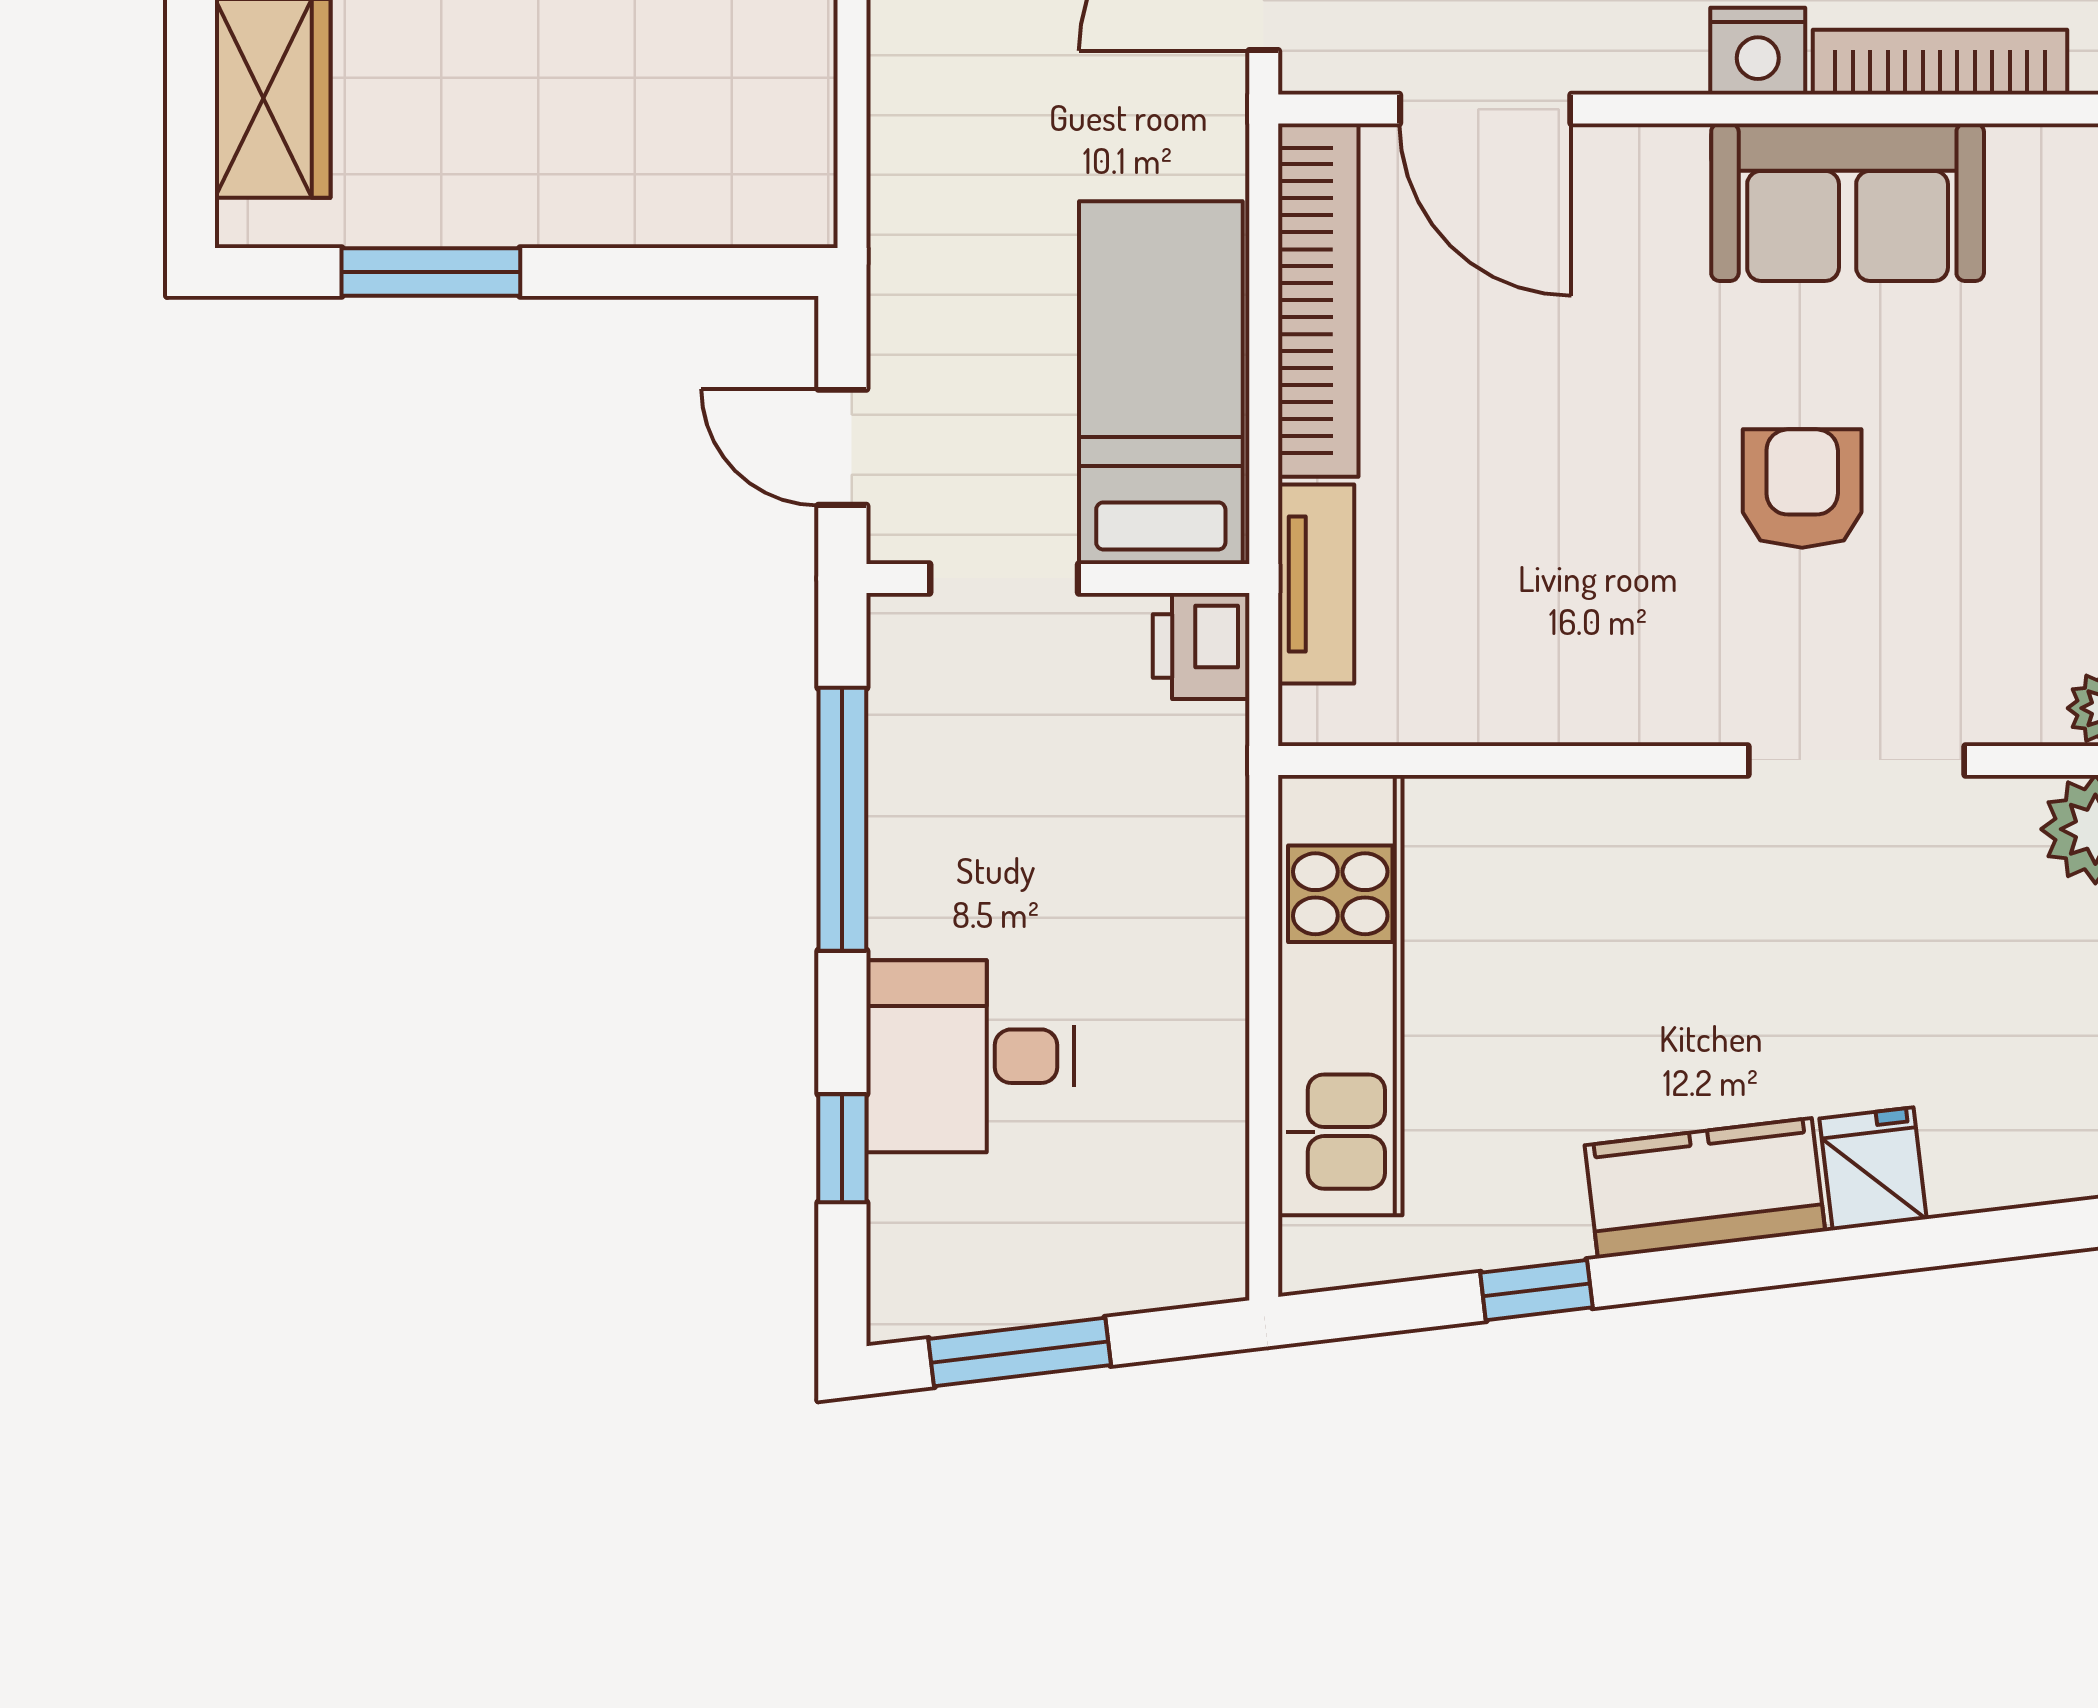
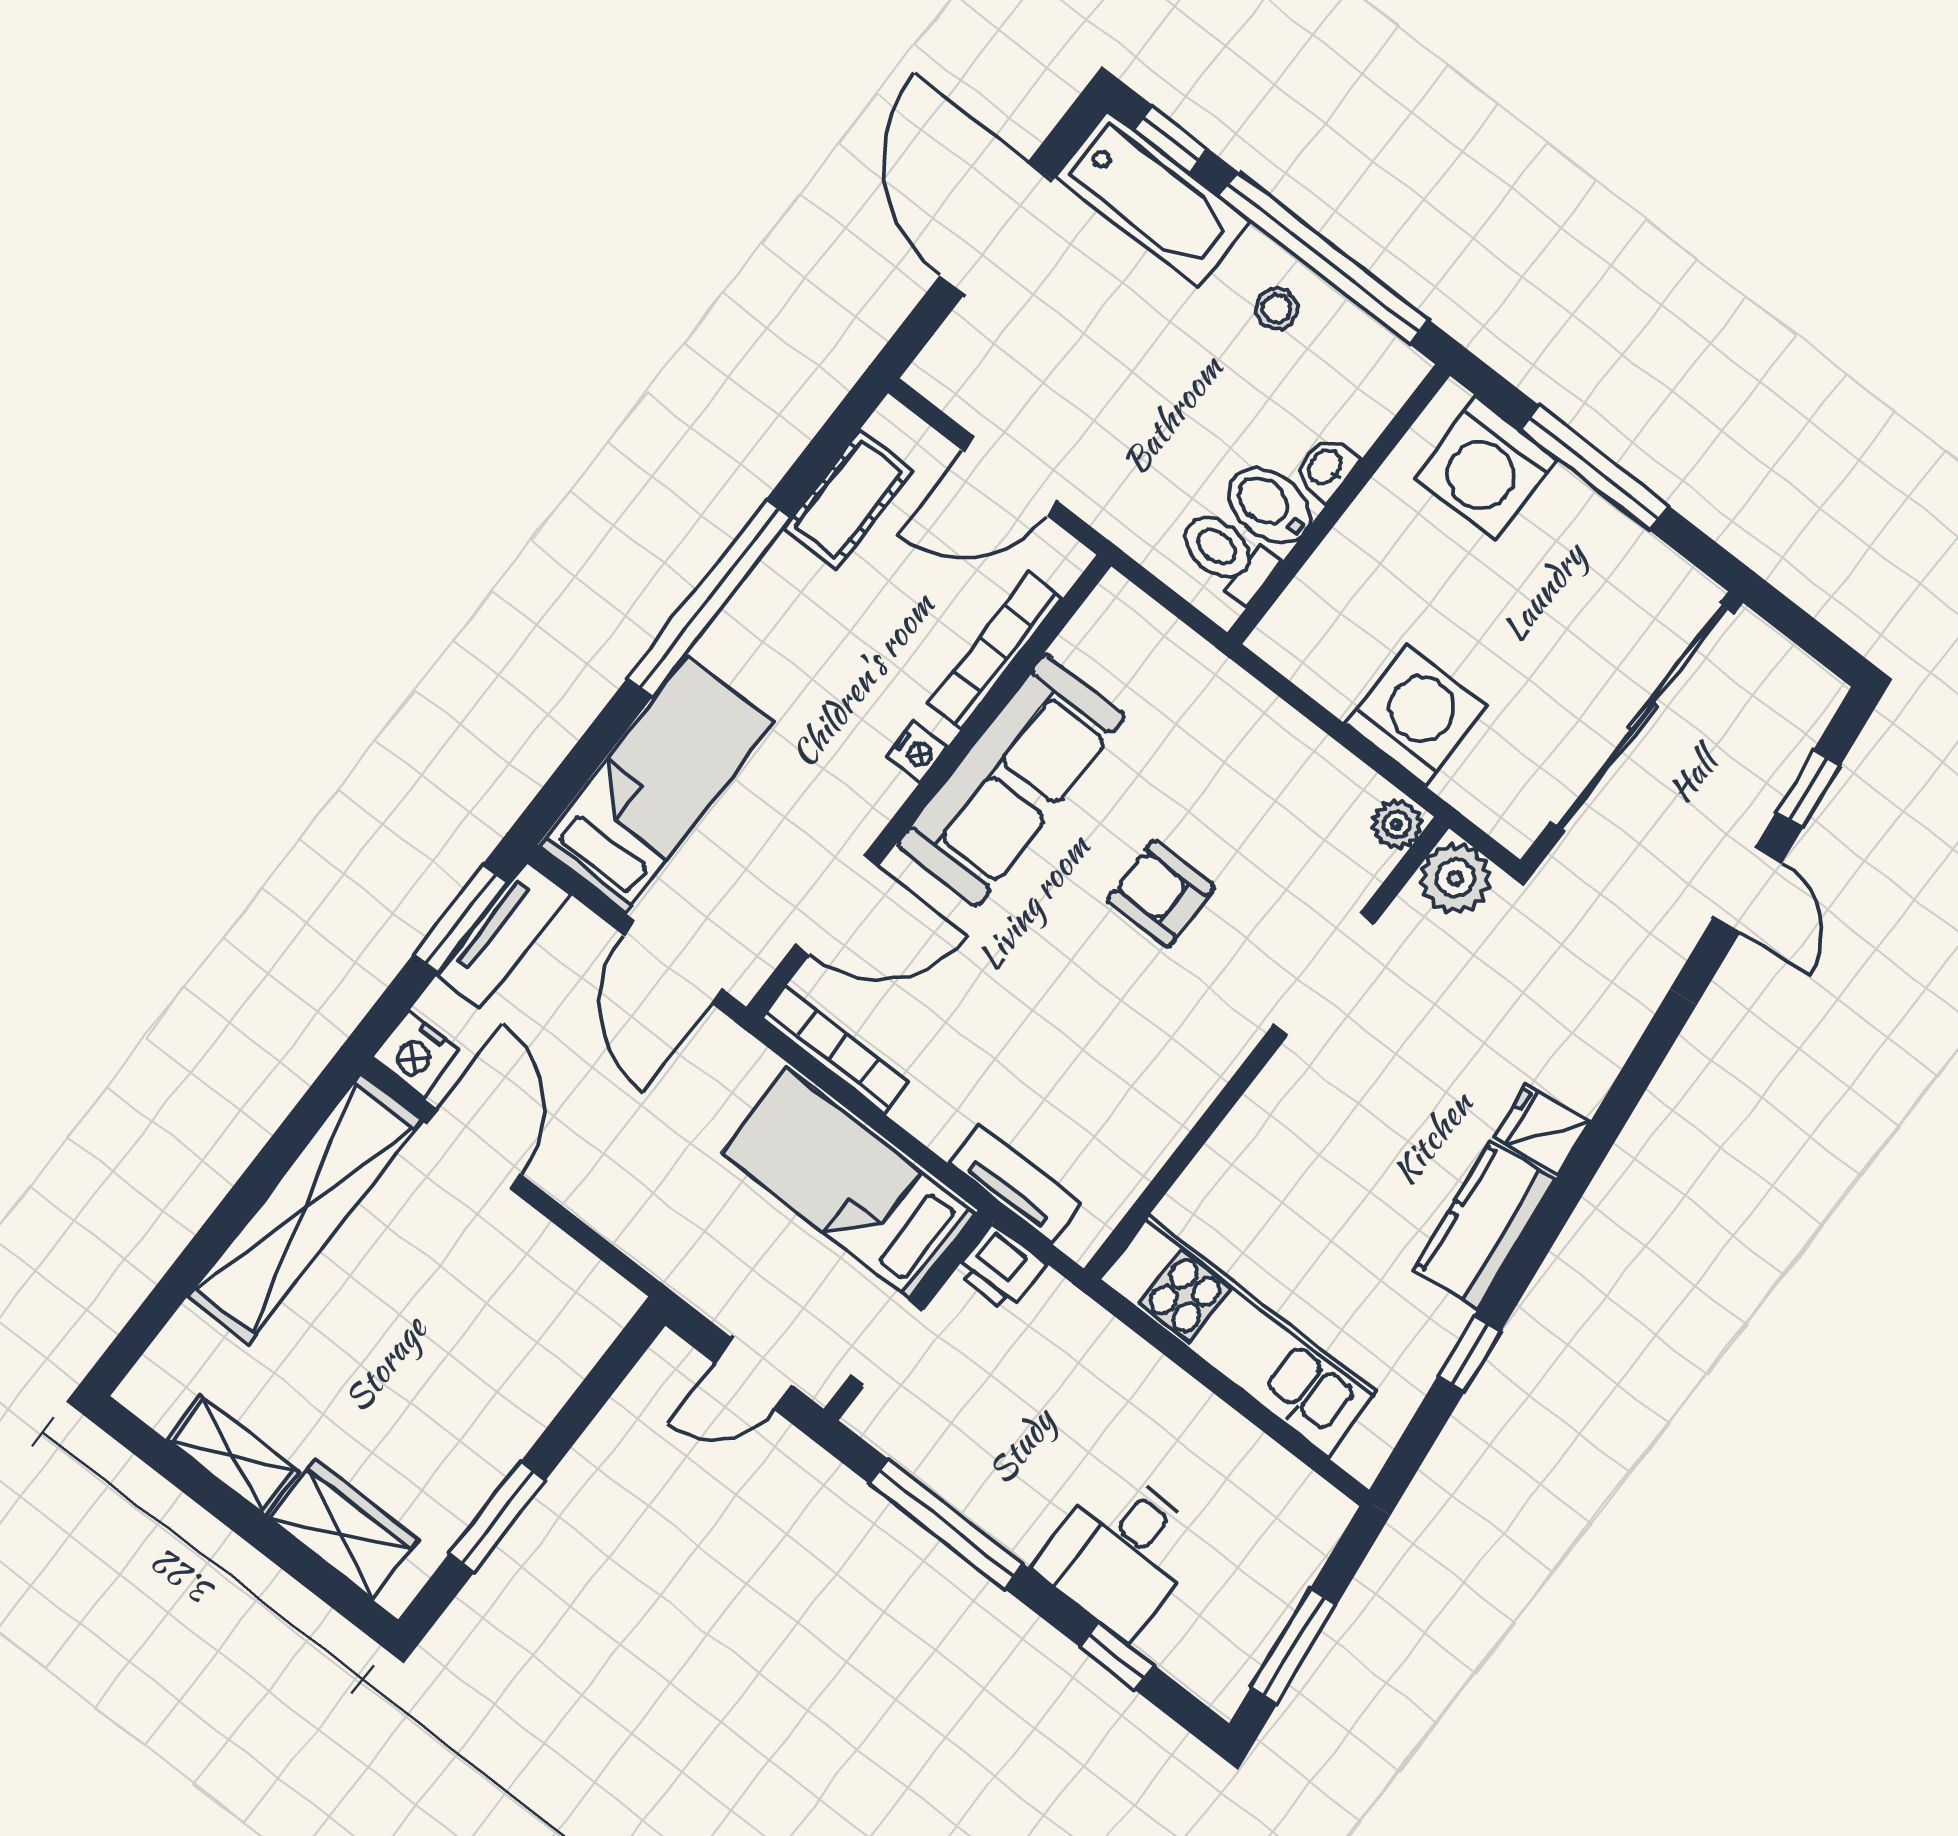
nightstand: (1758, 51) -> (917, 752), width x0.72, depth x0.74
sofa: (1848, 202) -> (1011, 780), width x1.36
bookcase: (1318, 300) -> (835, 1050), width x0.68, depth x0.76

